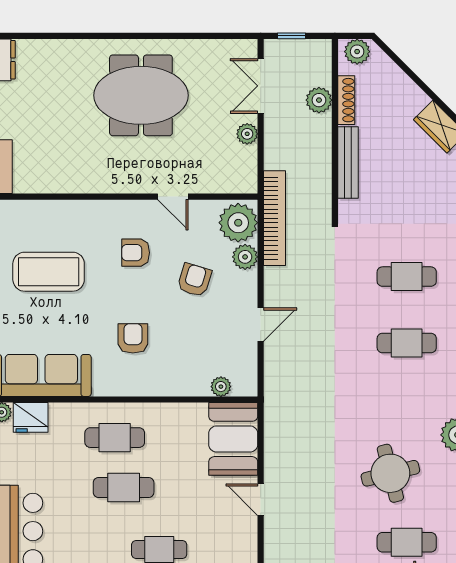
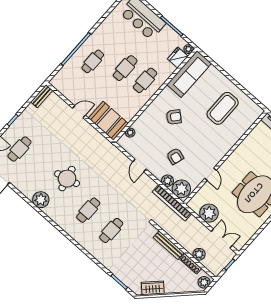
plant: (247, 134) -> (209, 213), width x1.88, depth x1.88
door: (173, 197) -> (210, 174), swing flipped
armchair: (136, 253) -> (203, 144), removed
armchair: (133, 338) -> (174, 117), turned -50
round table: (390, 473) -> (67, 179), moved

